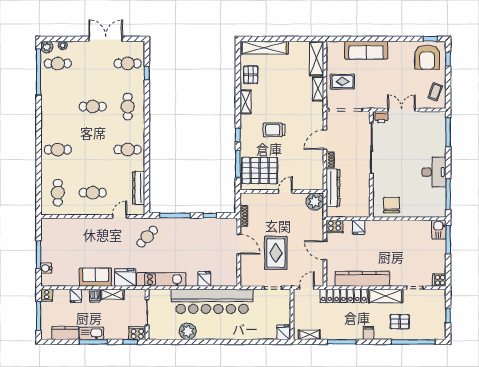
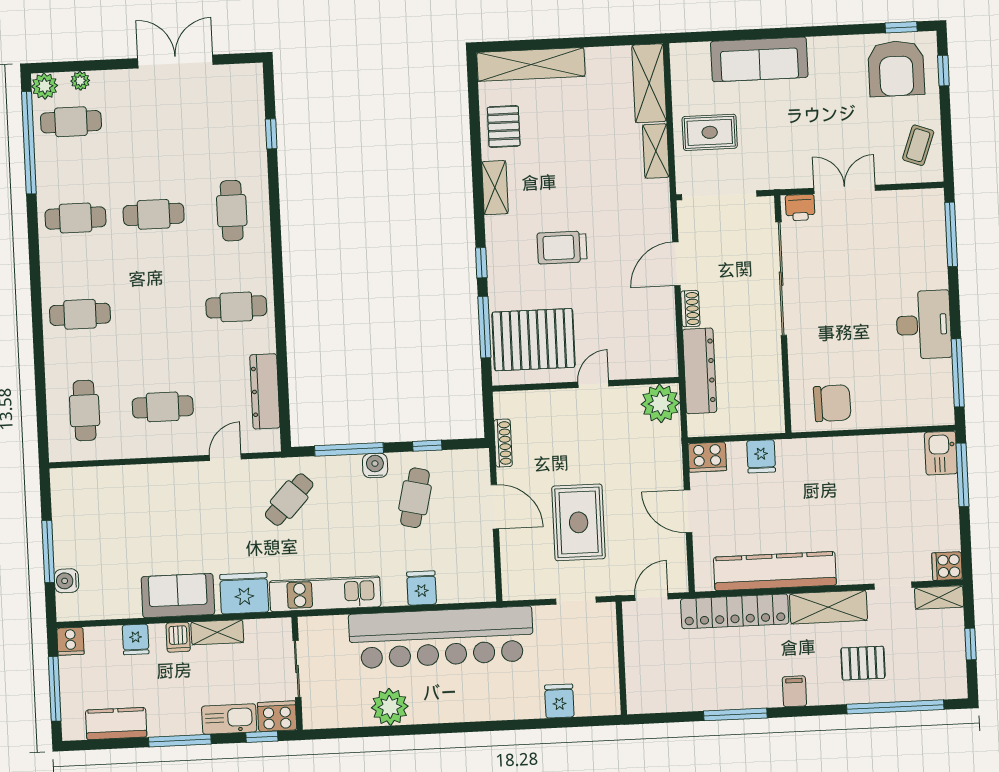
cafe table: (128, 63) -> (75, 218), moved
chair: (391, 205) -> (832, 403), turned 89
water cooler: (186, 223) -> (375, 465), added
cafe table: (203, 238) -> (415, 498), added
fridge: (283, 332) -> (559, 701), moved
kitchen sink: (92, 333) -> (229, 719), moved
shelving: (309, 335) -> (939, 597), moved

